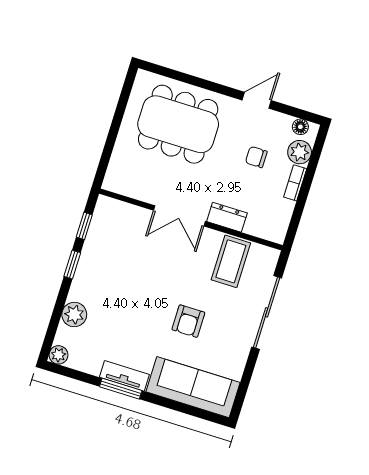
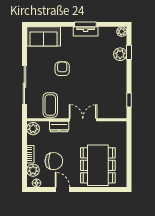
door: (257, 100) -> (62, 189), swing flipped
dining table: (178, 124) -> (98, 165), turned 90
chair: (256, 157) -> (54, 161), width x1.87, depth x1.87
plant: (276, 228) -> (33, 129), added
window: (72, 265) -> (129, 52), moved
sofa: (193, 387) -> (44, 36), width x0.73

